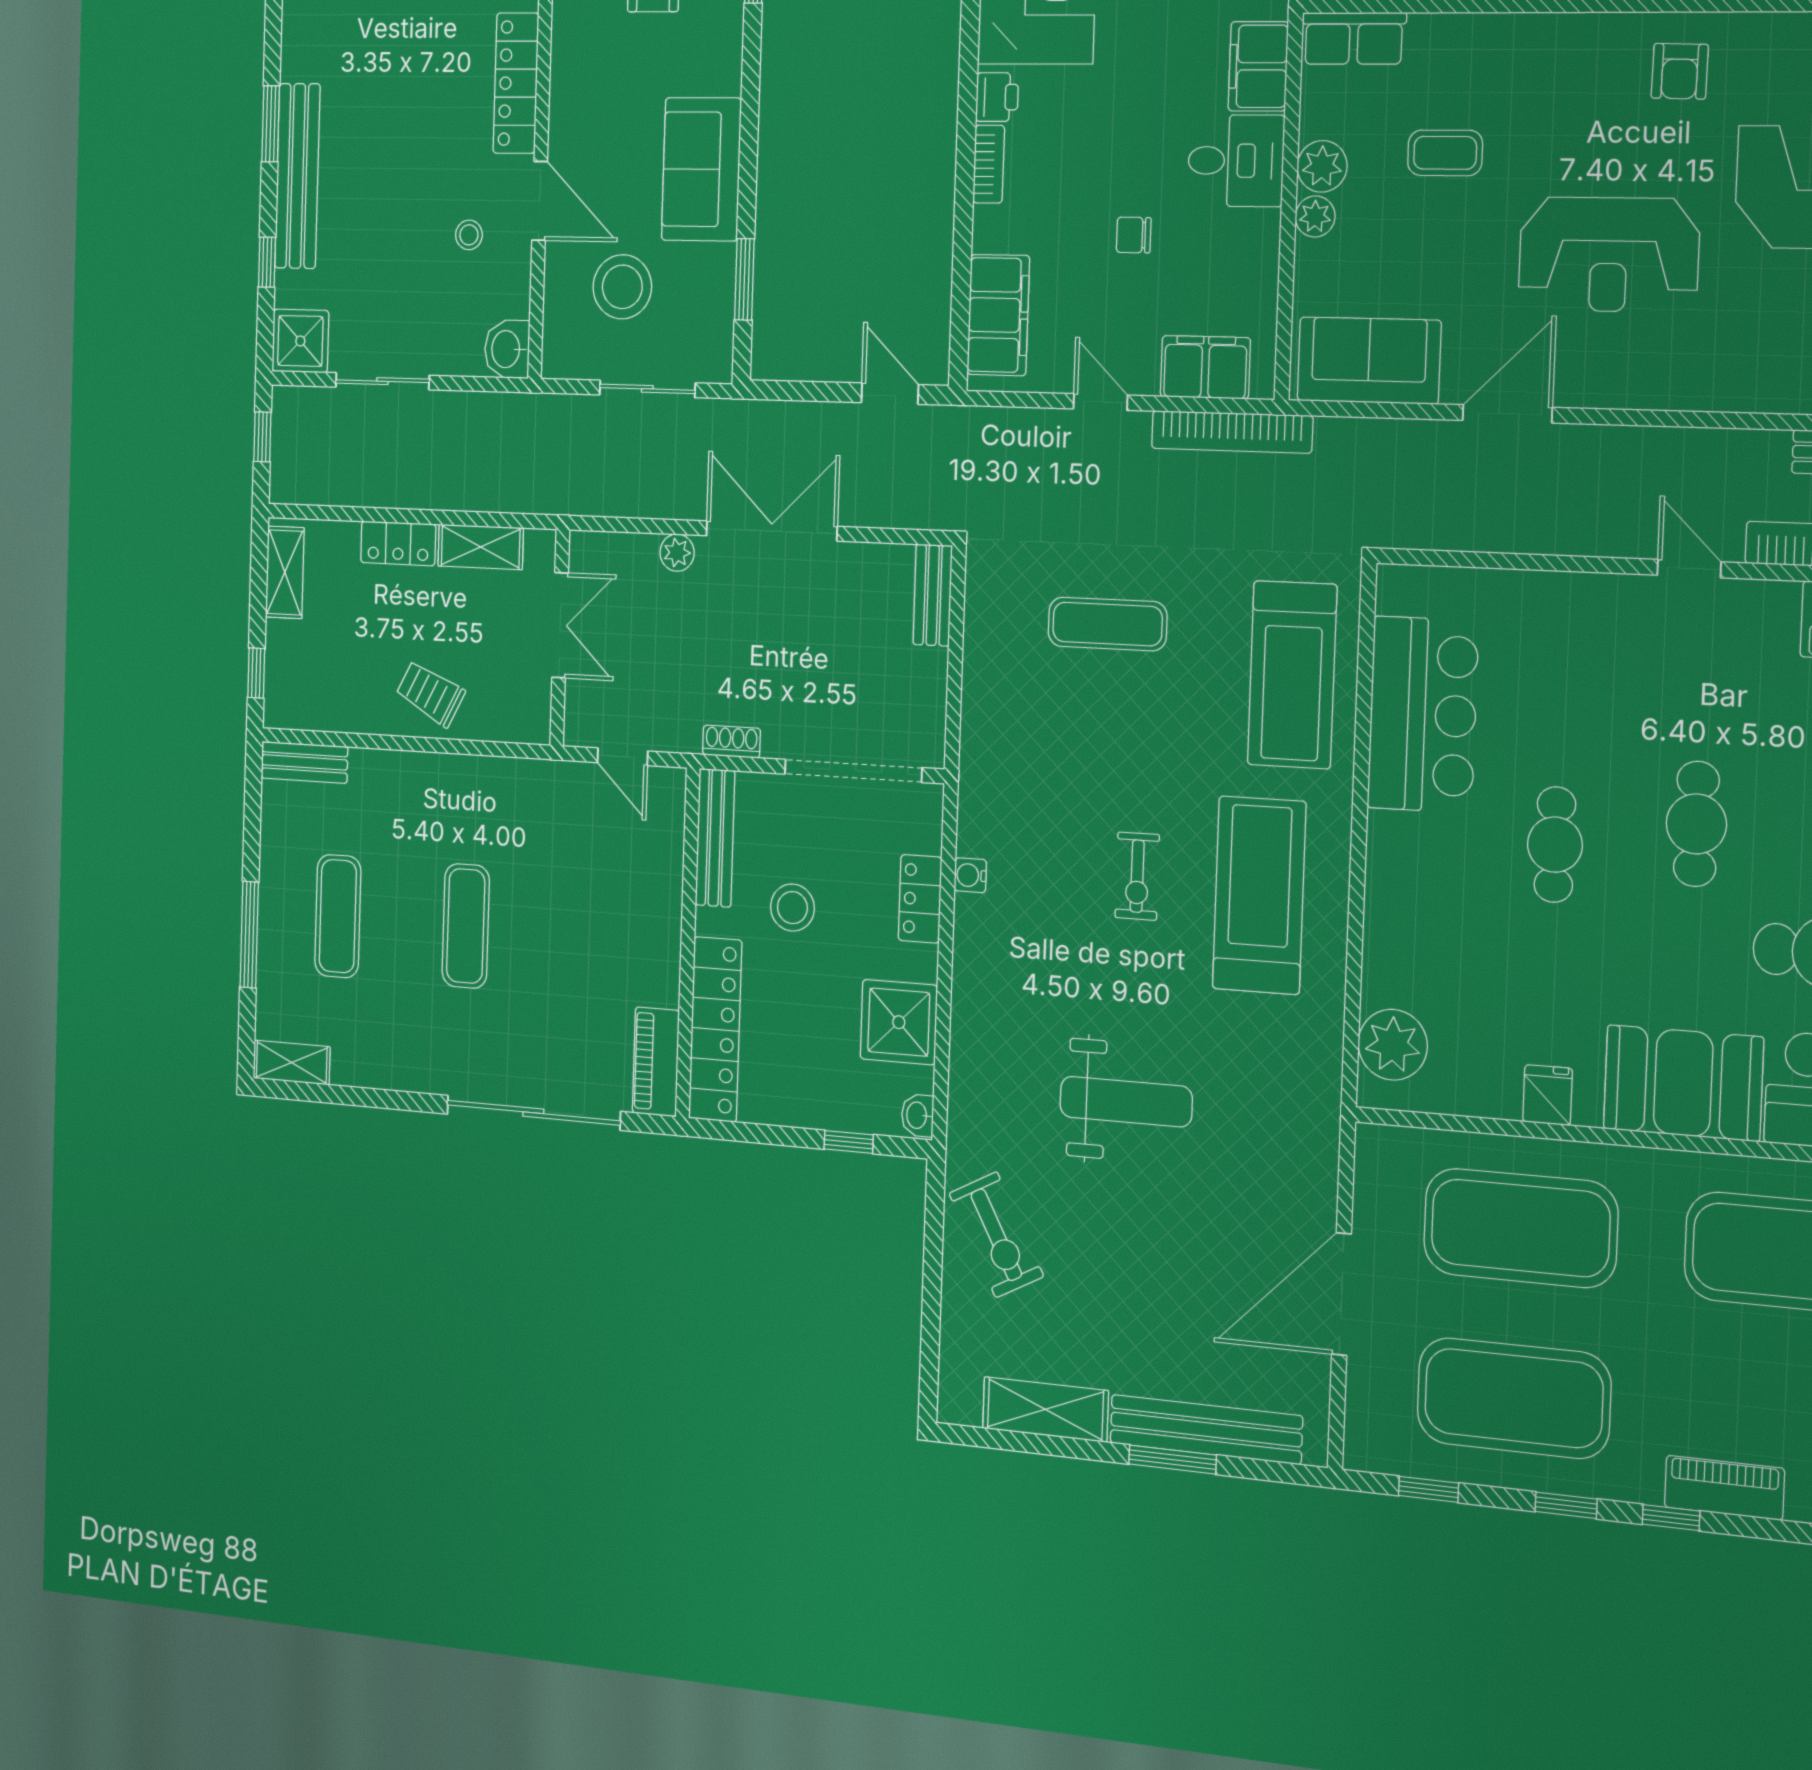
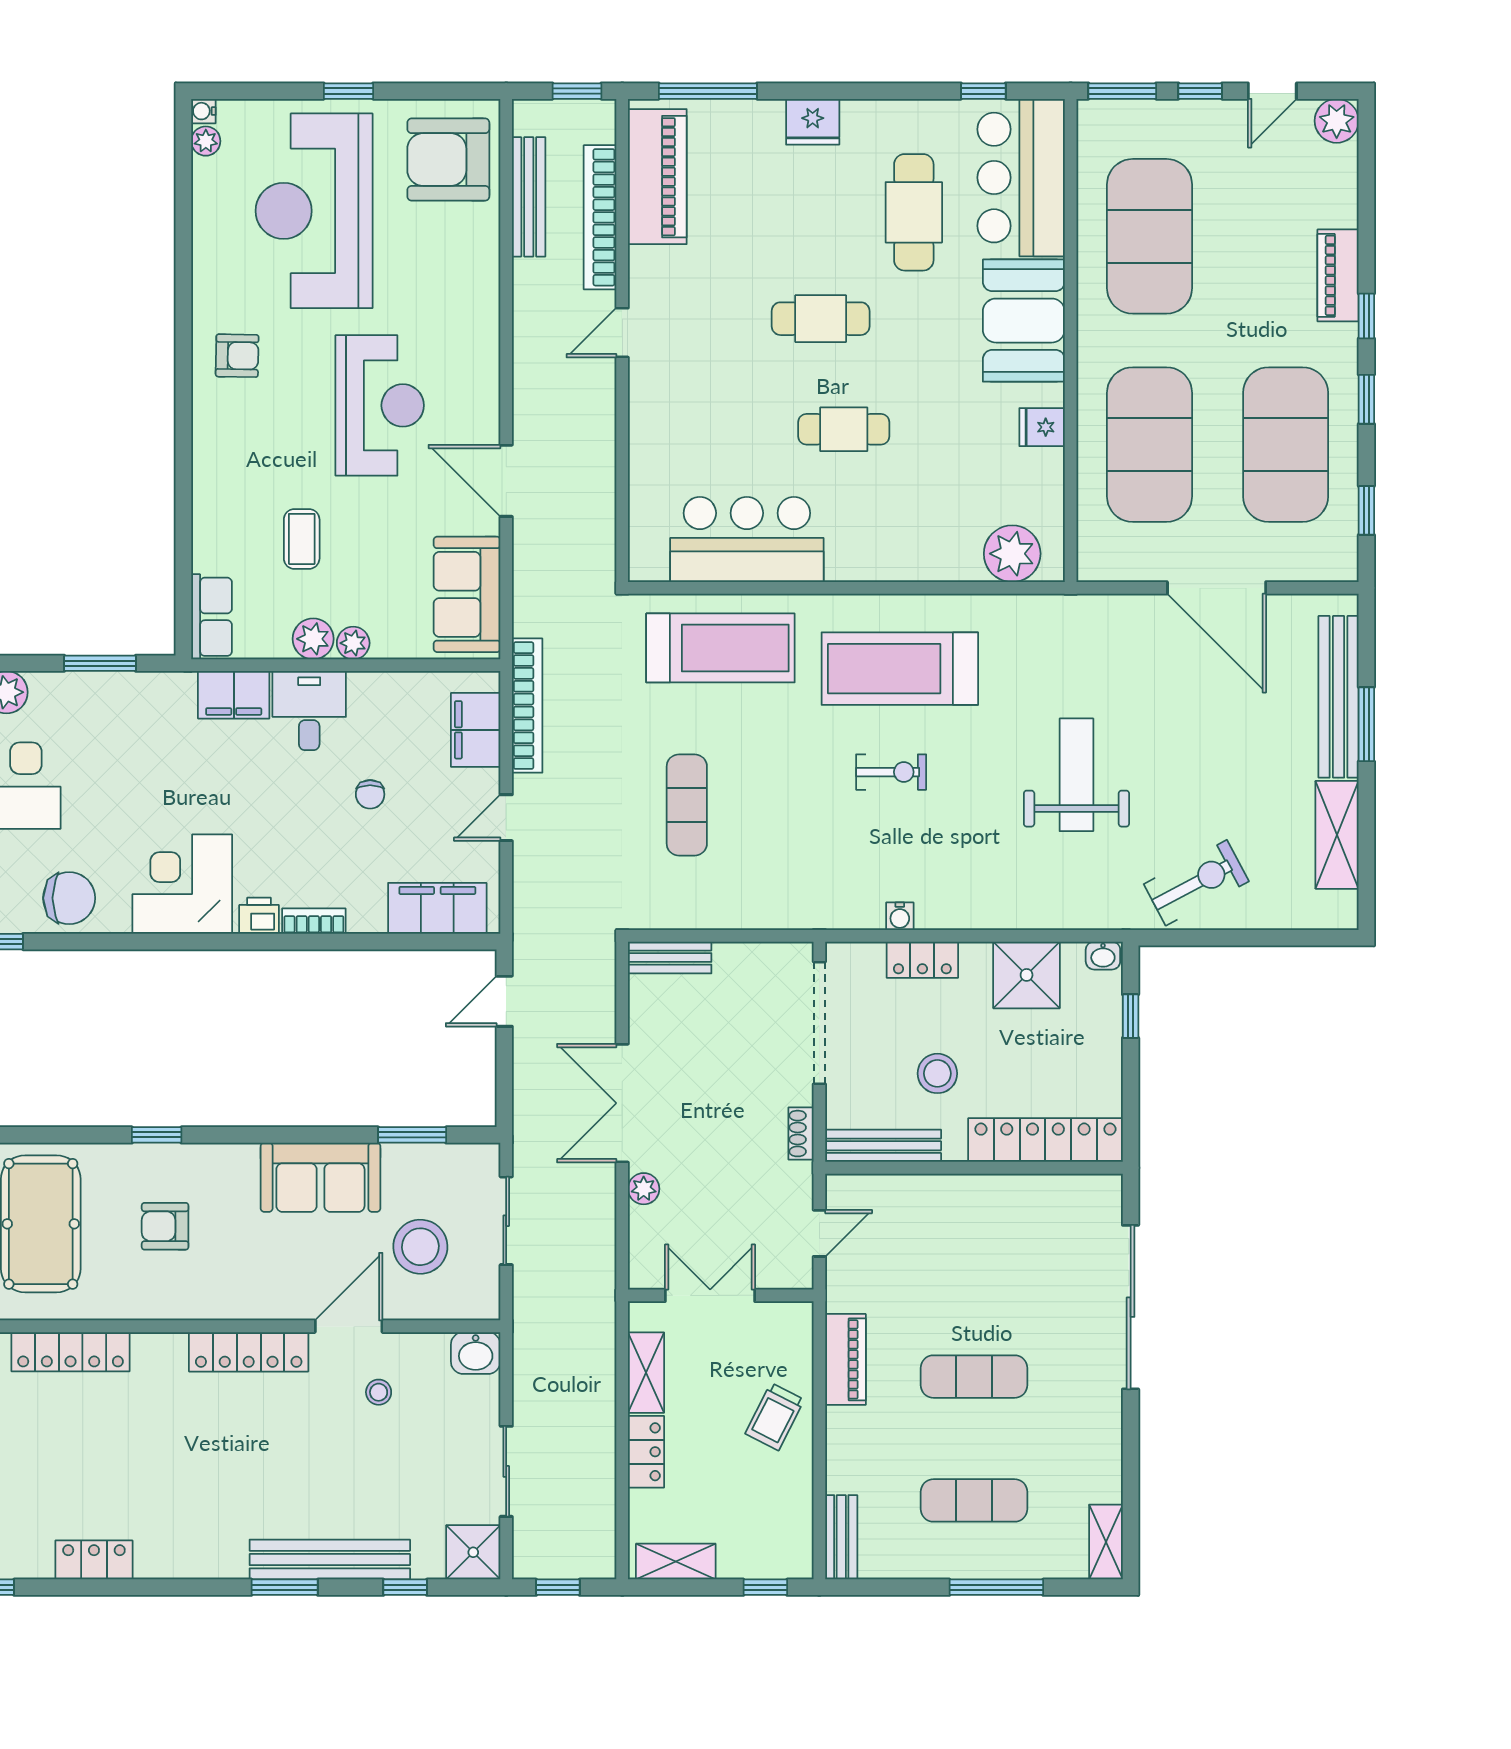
piano: (656, 1062) -> (845, 1359), moved, turned -90

